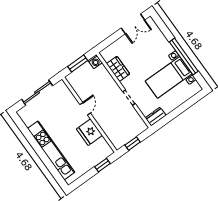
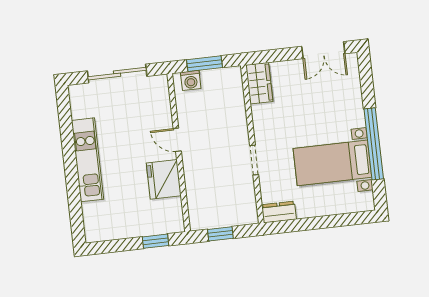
washing machine: (95, 62) -> (191, 80), moved
wardrobe: (118, 69) -> (259, 83), moved
door: (85, 109) -> (177, 140), swing flipped
kitchen unit: (51, 150) -> (87, 160), width x0.73

